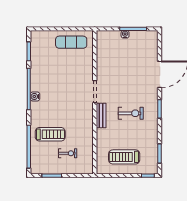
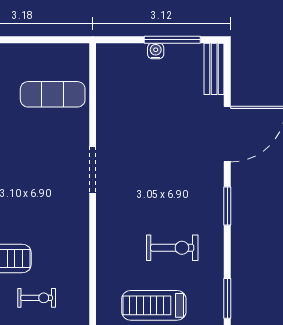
exercise mat: (71, 42) -> (53, 94), moved
exercise bike: (131, 113) -> (172, 248), moved
bench: (101, 115) -> (214, 69), moved

